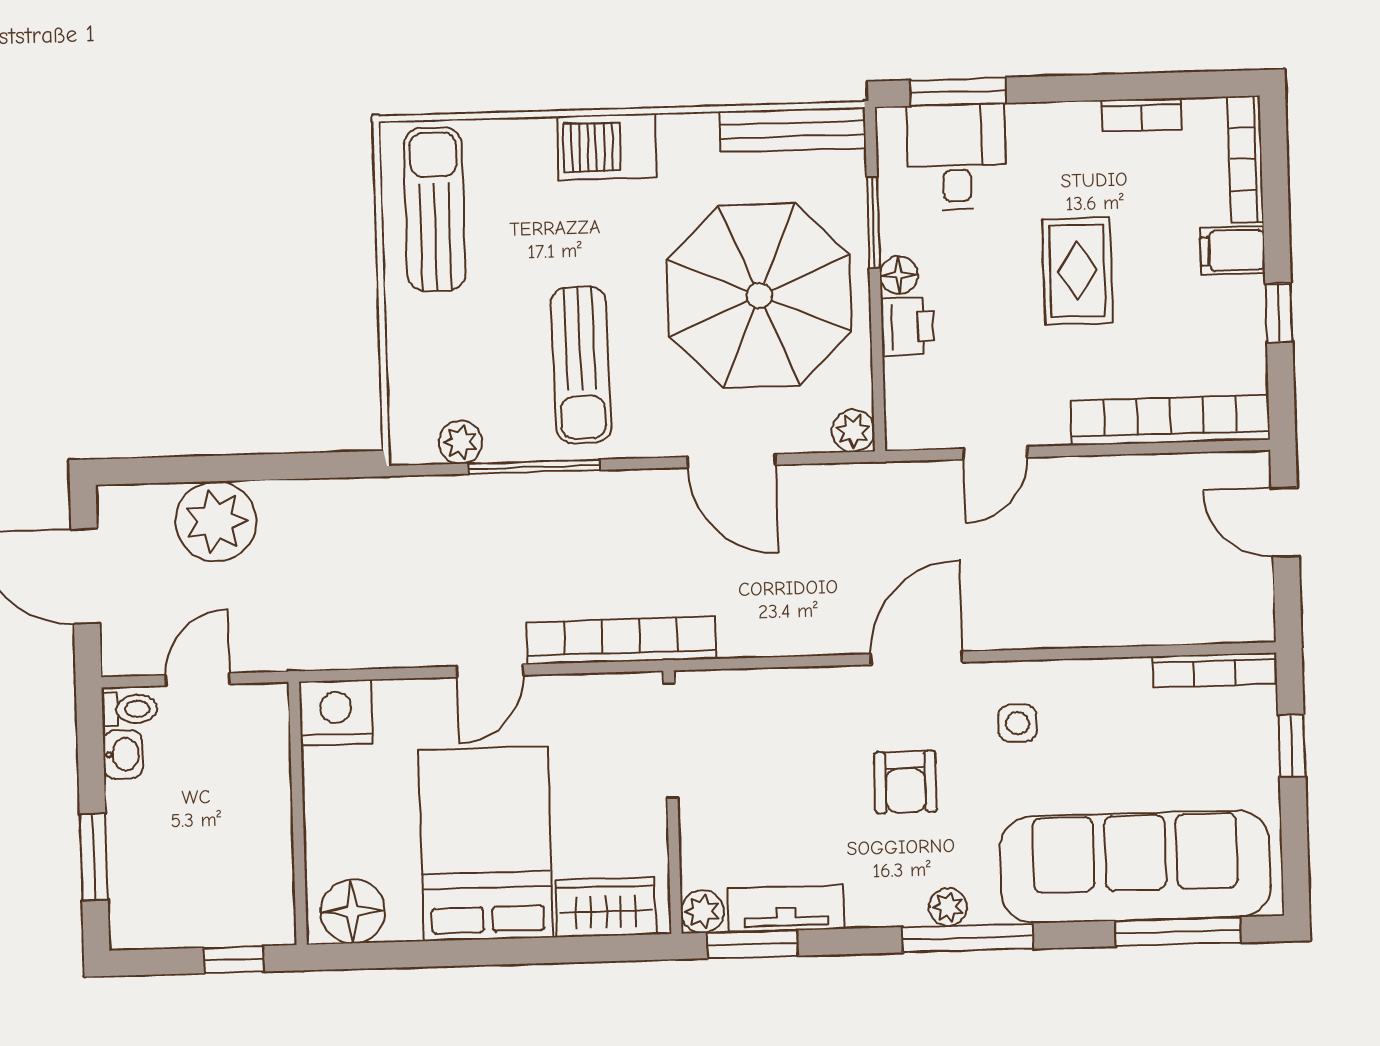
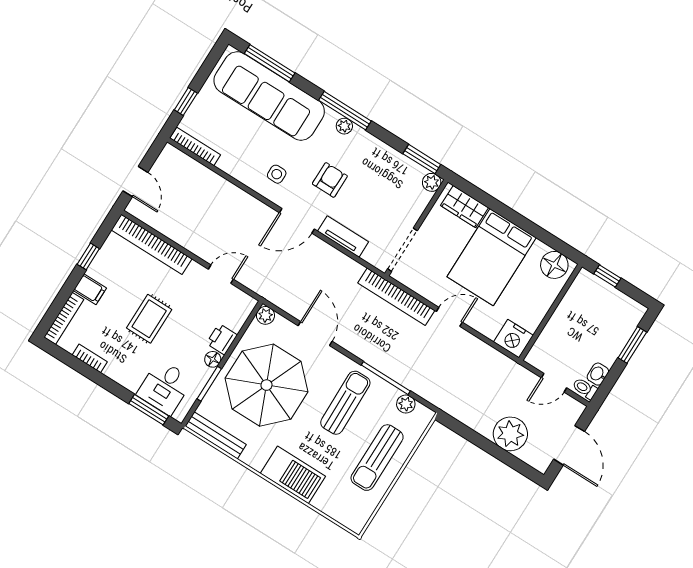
barbecue: (607, 147) -> (293, 475), width x1.37, depth x1.21
sun lounger: (435, 209) -> (377, 458), moved
tv unit: (786, 909) -> (343, 236), moved, turned 180

